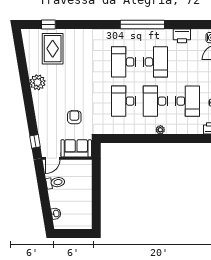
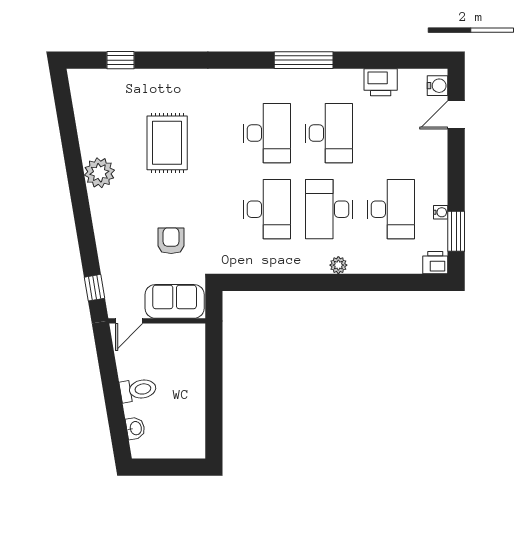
window: (142, 24) -> (304, 60), width x0.68
rug: (53, 49) -> (167, 143), moved
desk: (124, 62) -> (267, 133), turned 180
desk: (124, 101) -> (267, 209), turned 180
toilet: (55, 183) -> (138, 390), moved

